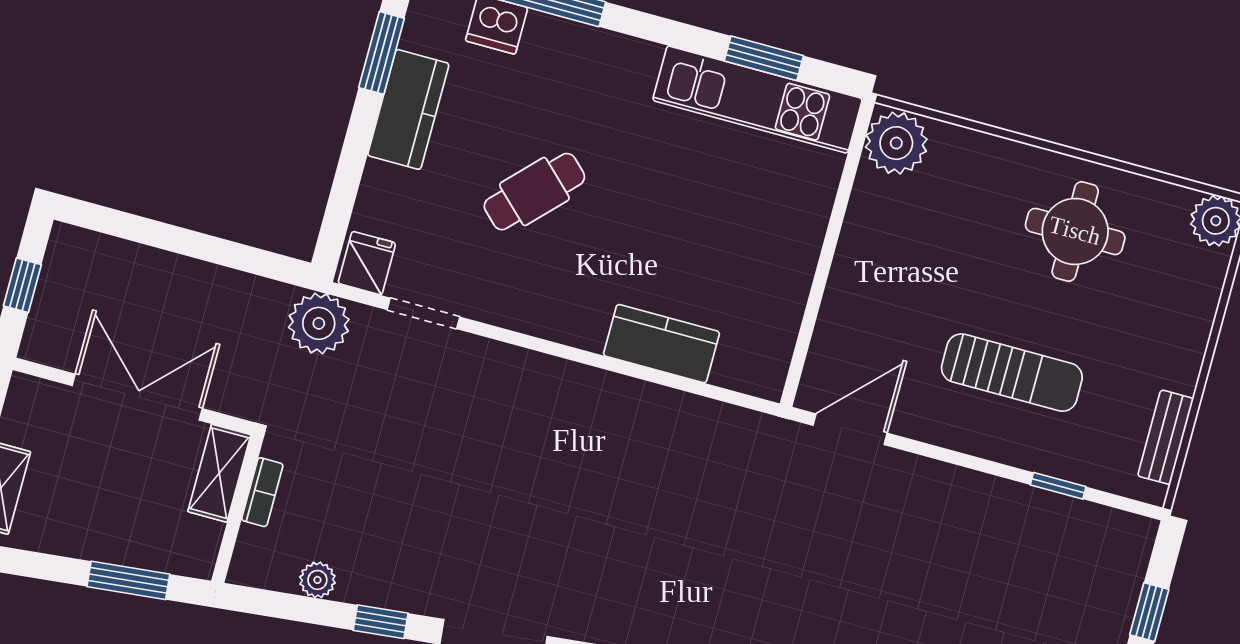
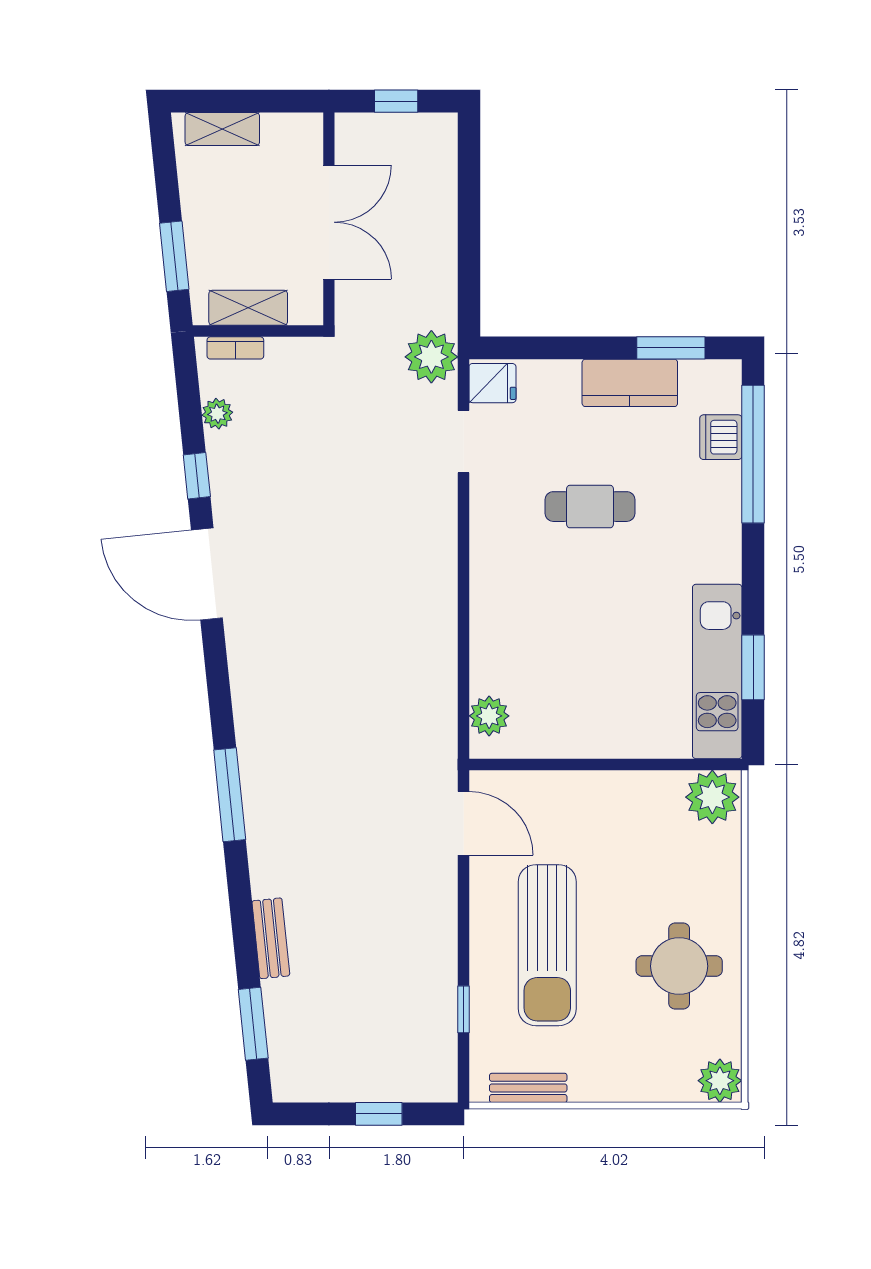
cafe table: (534, 192) -> (590, 507), turned -44
kitchen counter: (661, 344) -> (492, 647), removed
plant: (738, 368) -> (489, 716), added
sun lounger: (1012, 373) -> (547, 945), width x1.36, depth x1.34
shelving: (219, 473) -> (248, 308), moved
bookcase: (262, 492) -> (235, 348), moved

